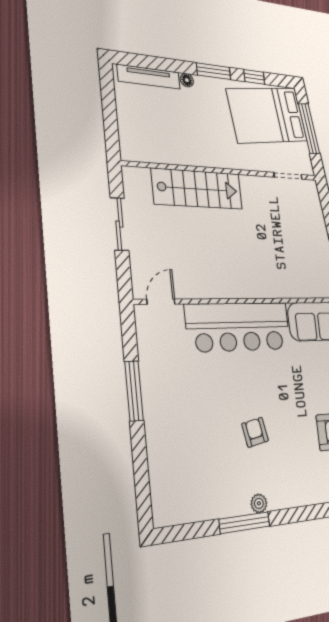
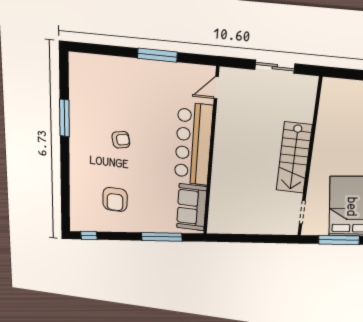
stairs: (197, 189) -> (294, 158), moved
door: (161, 302) -> (216, 88), swing flipped
plant: (259, 503) -> (75, 132), removed

